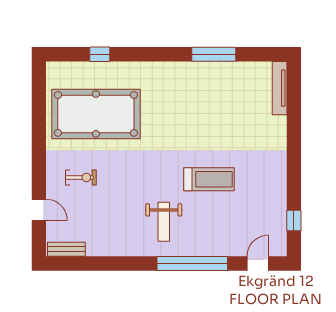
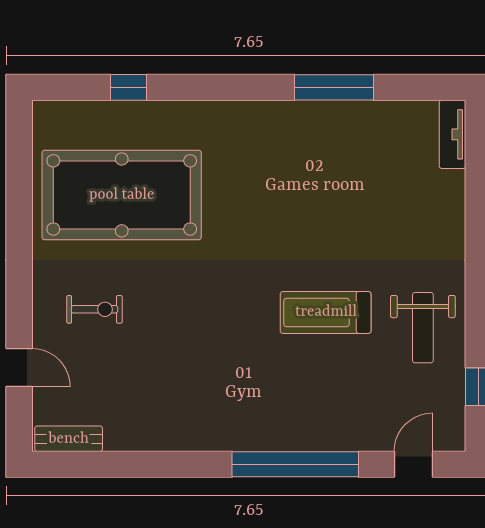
tv unit: (280, 88) -> (453, 134), width x0.71
treadmill: (209, 179) -> (326, 312), turned 180
weight bench: (164, 222) -> (423, 328), moved

